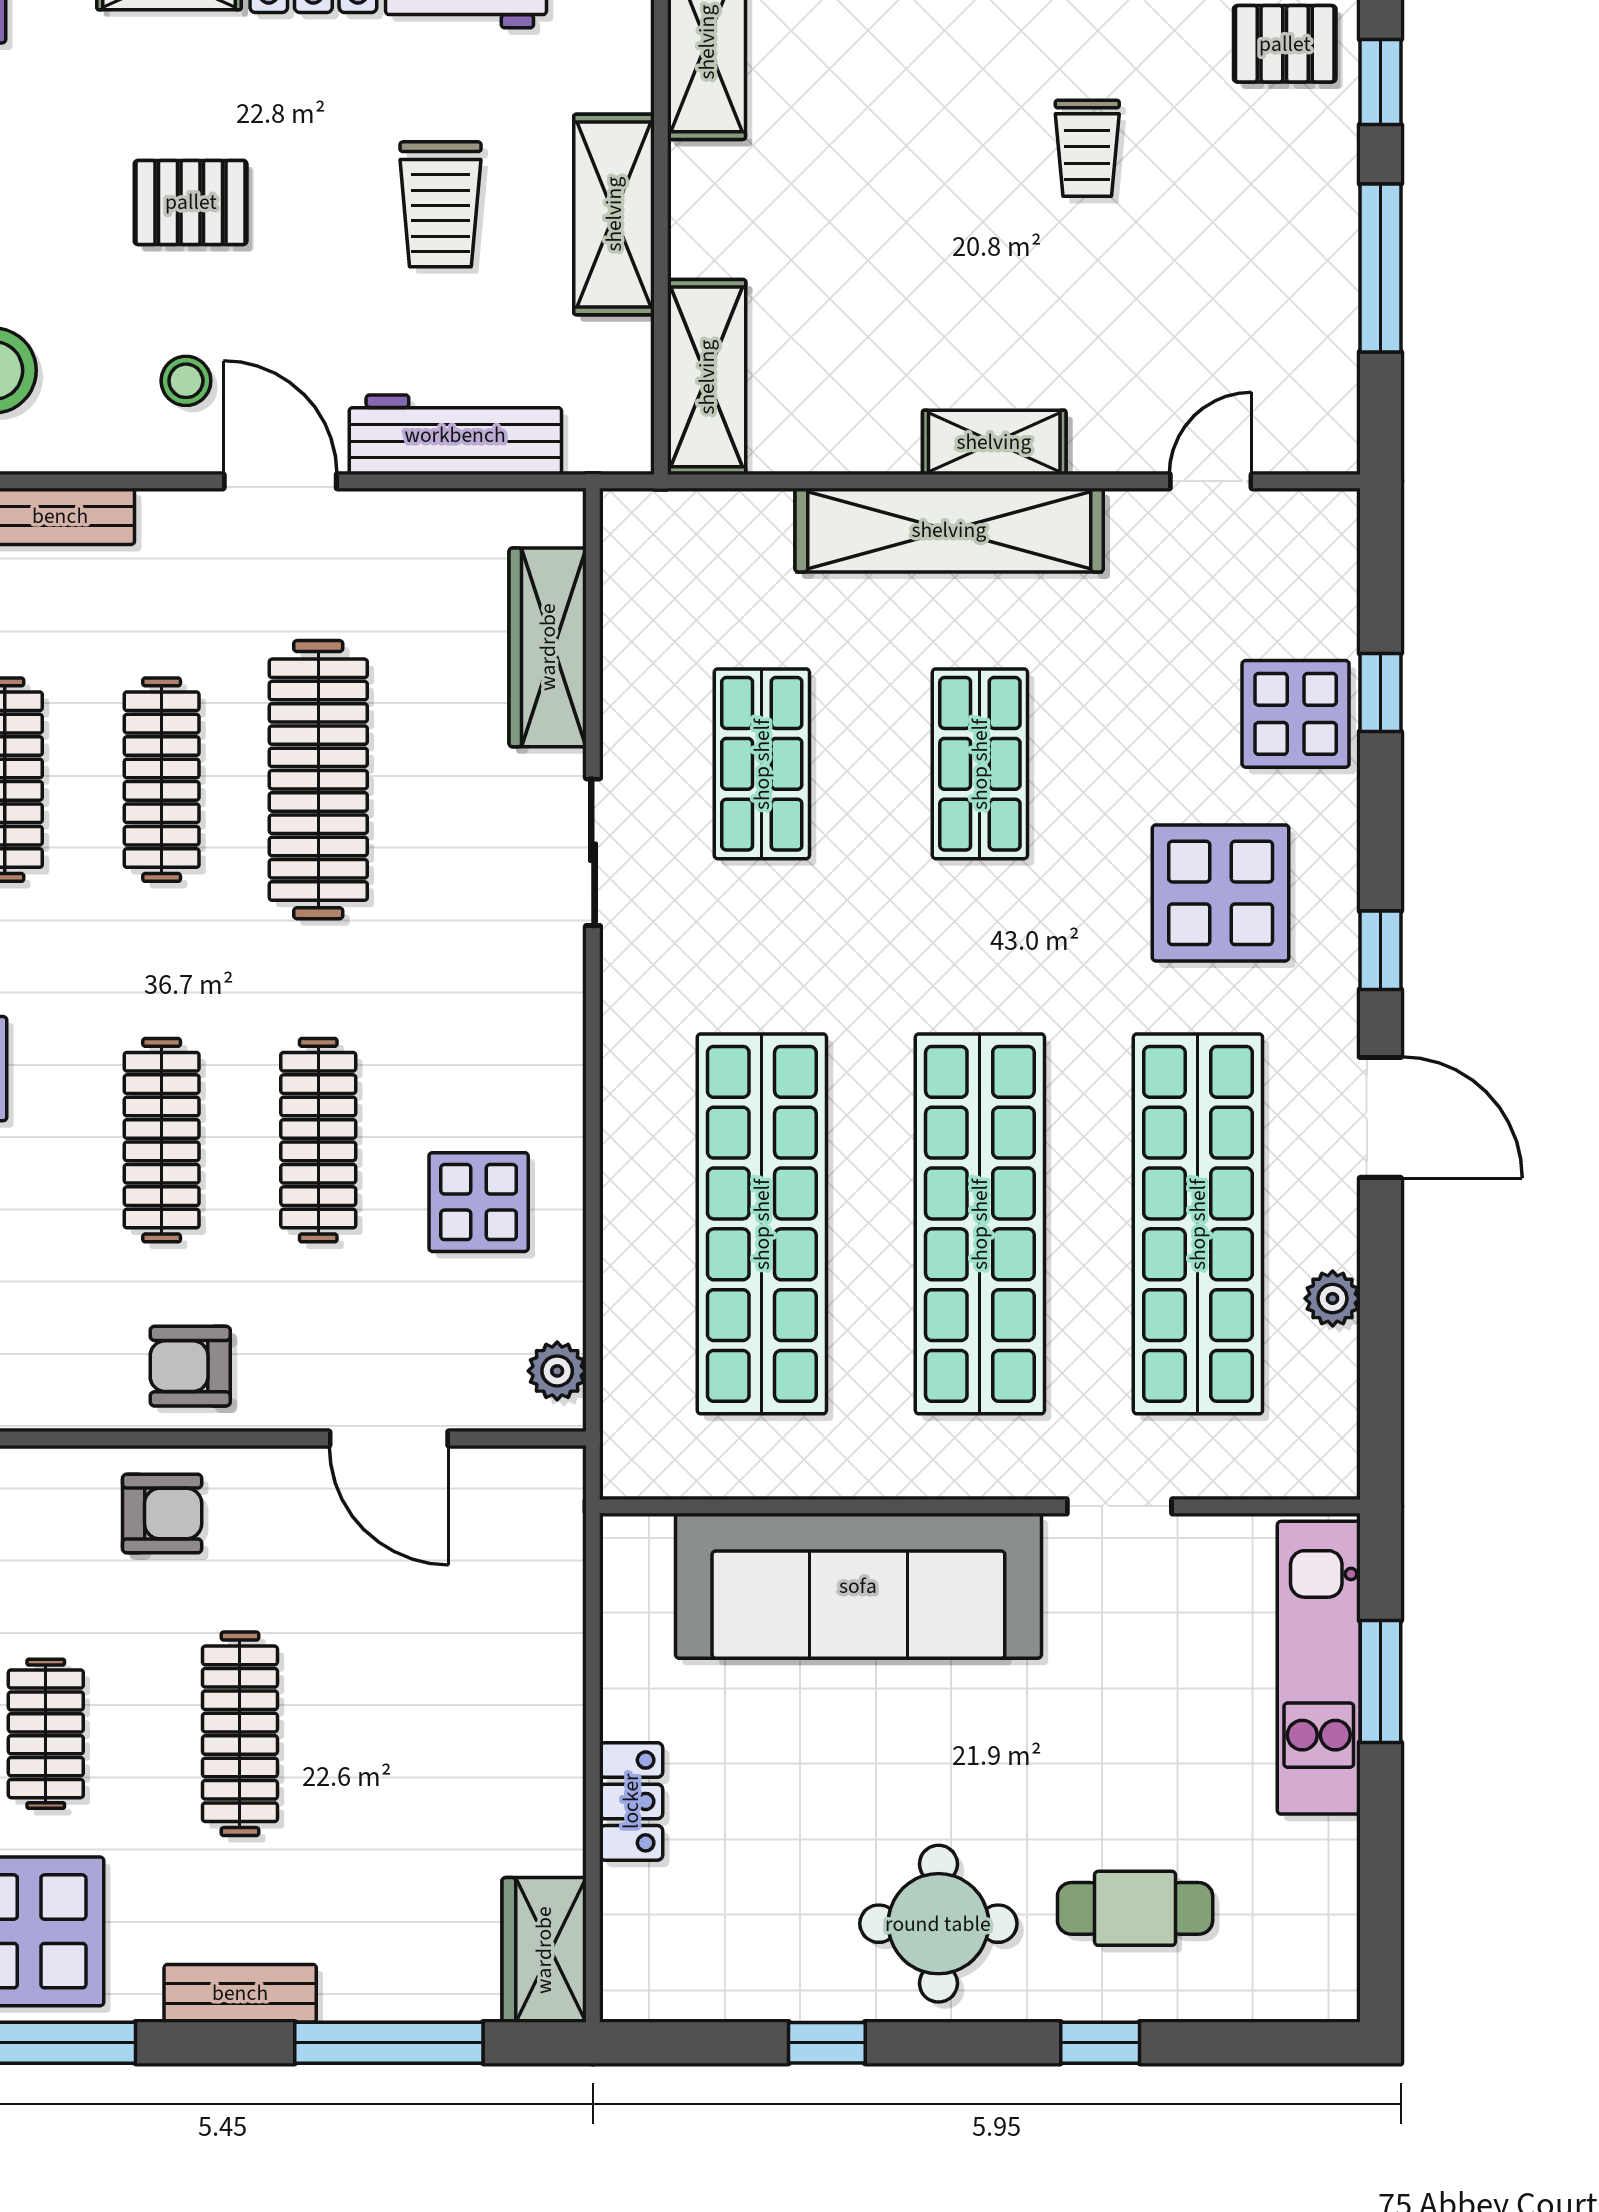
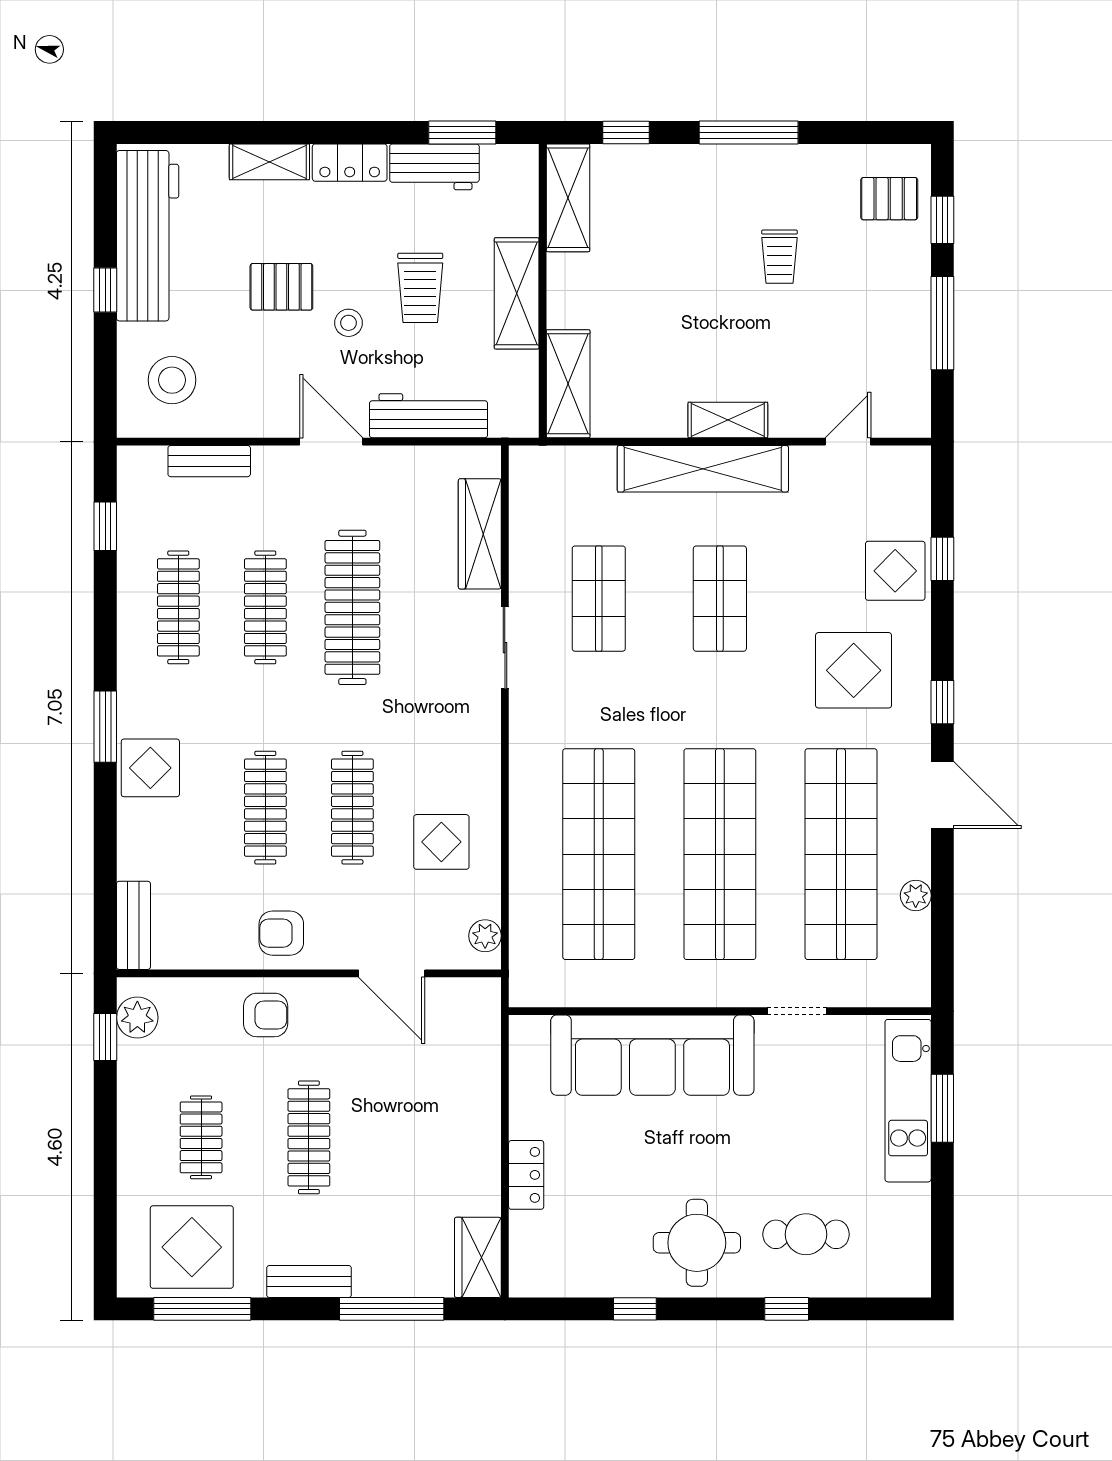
stool: (186, 381) -> (348, 323), moved

